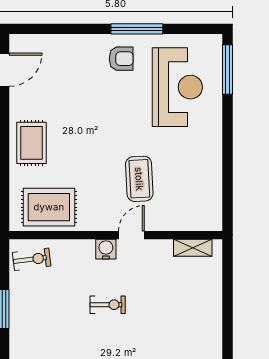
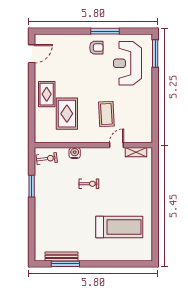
reception desk: (177, 87) -> (127, 63), turned 180
rug: (49, 207) -> (67, 114), moved, turned 90
door: (131, 235) -> (116, 145), moved
water cooler: (106, 249) -> (75, 153), moved

